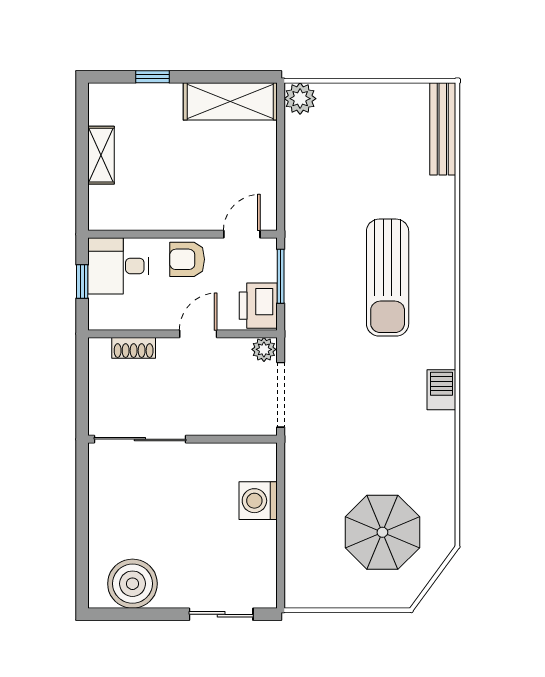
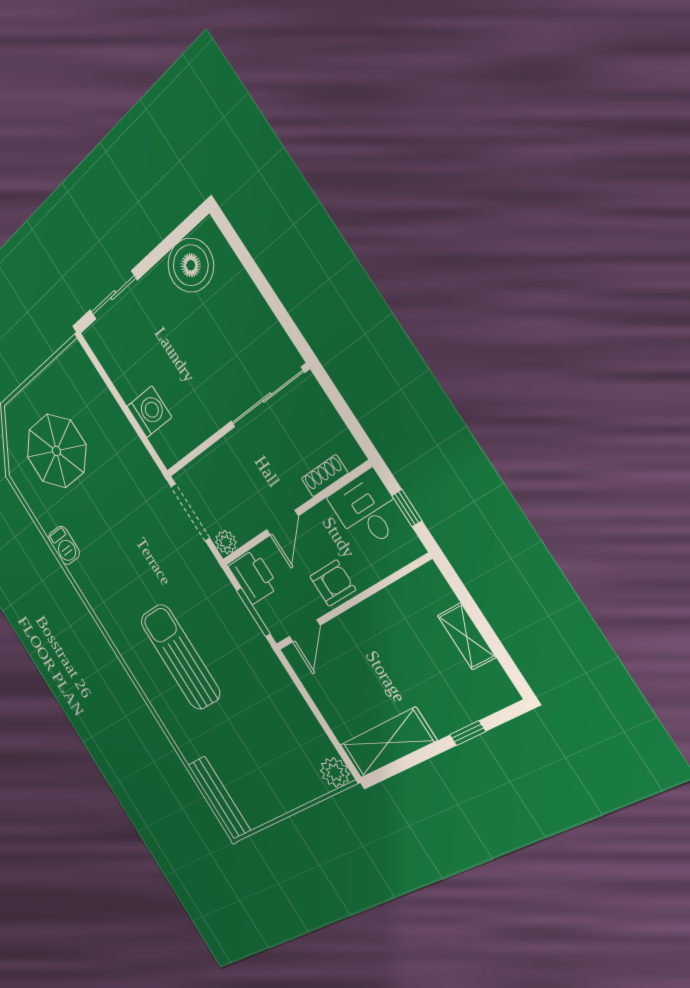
desk: (118, 266) -> (367, 510), moved, turned -90
barbecue: (441, 390) -> (64, 545), moved

